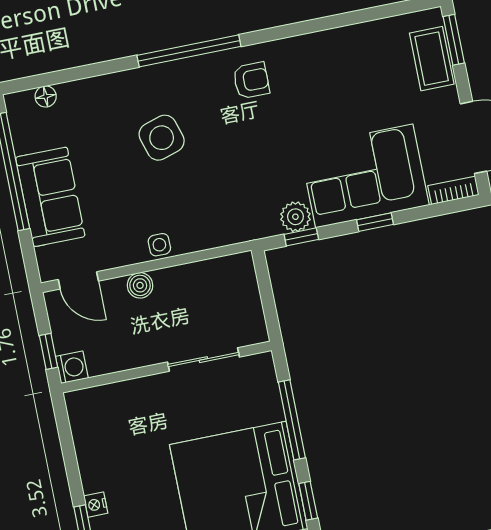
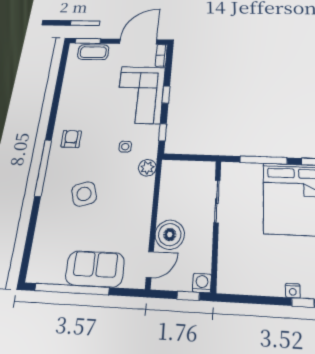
floor lamp: (46, 96) -> (36, 256), removed
plant: (295, 217) -> (147, 168), moved
side table: (159, 245) -> (125, 147), moved
boiler: (140, 285) -> (170, 235), width x1.86, depth x1.86

